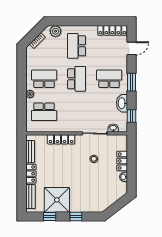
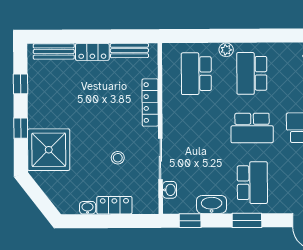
school desk: (44, 79) -> (252, 73), turned 180
shower: (57, 200) -> (49, 150), moved

